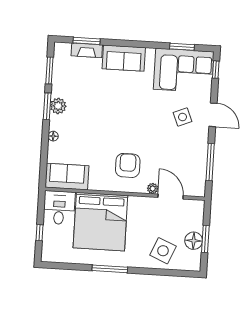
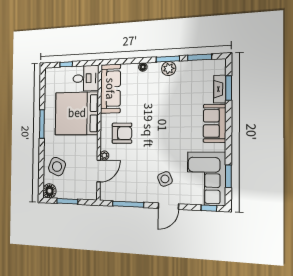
sofa: (67, 177) -> (110, 89), width x1.36
floor lamp: (194, 241) -> (49, 191), moved

